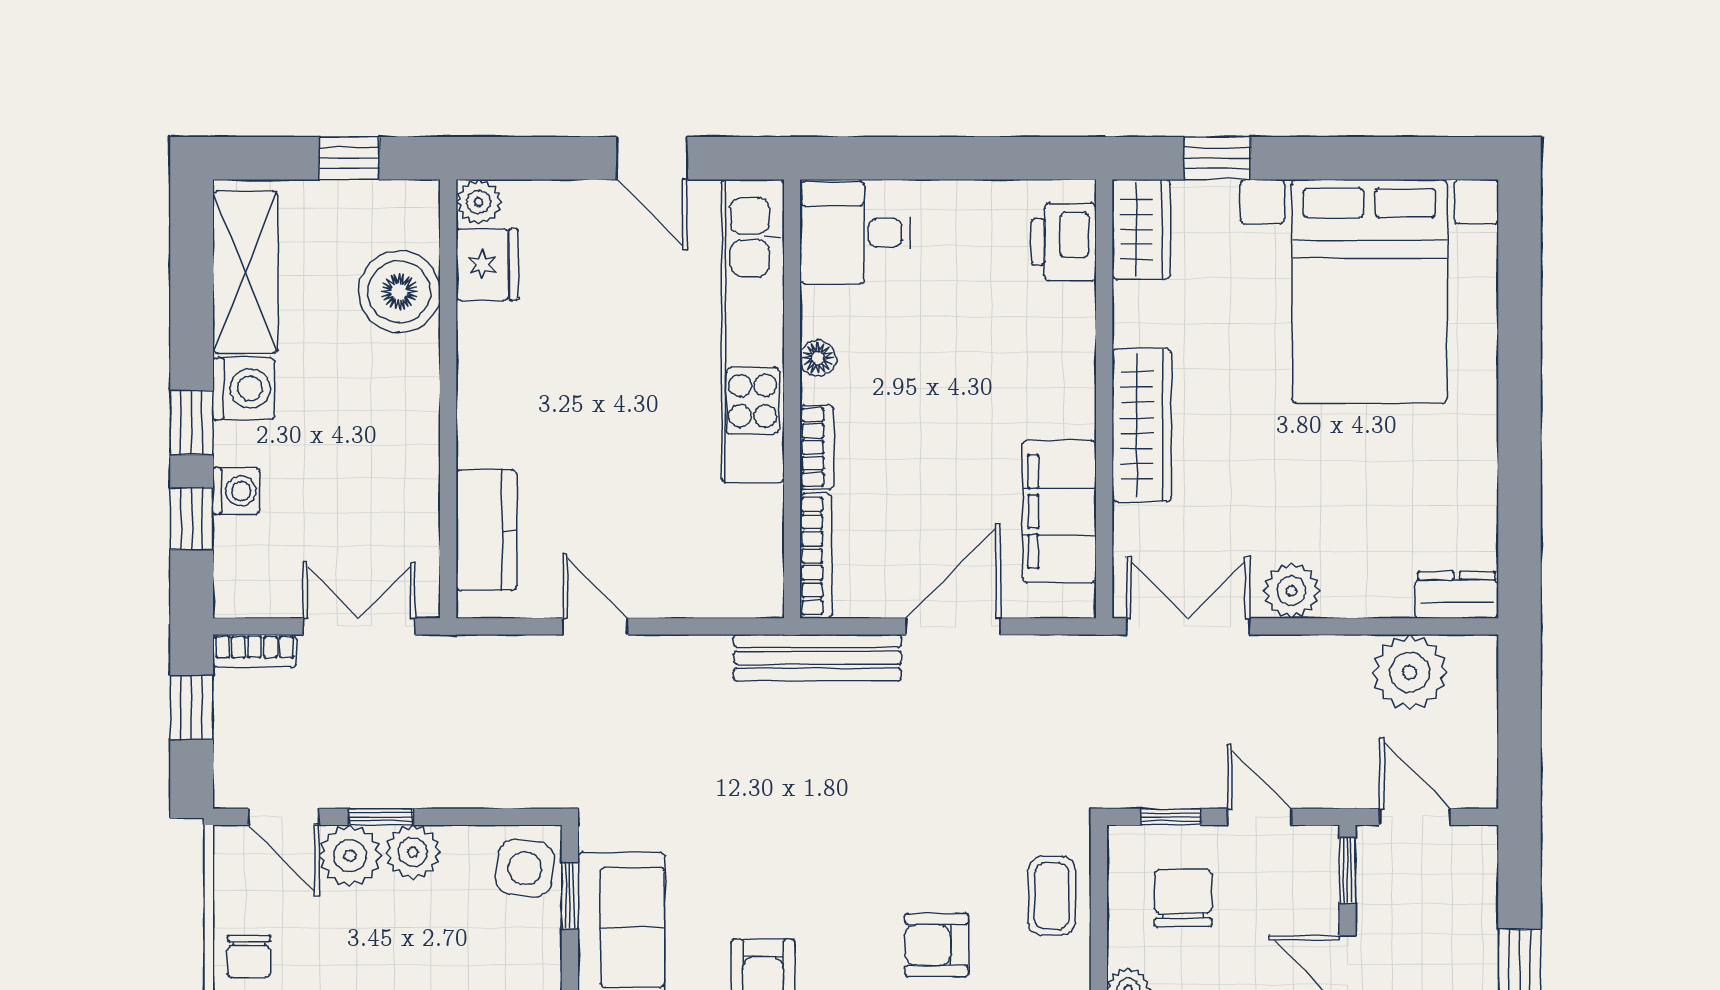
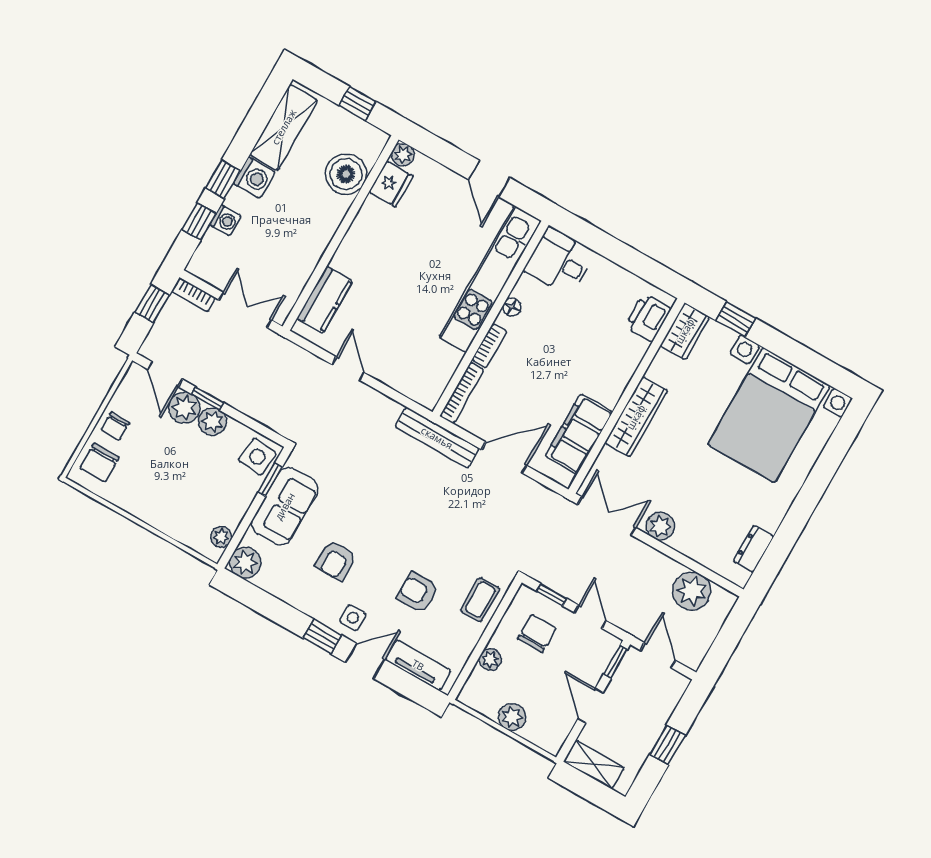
dresser: (1457, 595) -> (753, 549), moved, turned -90

